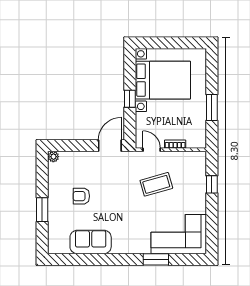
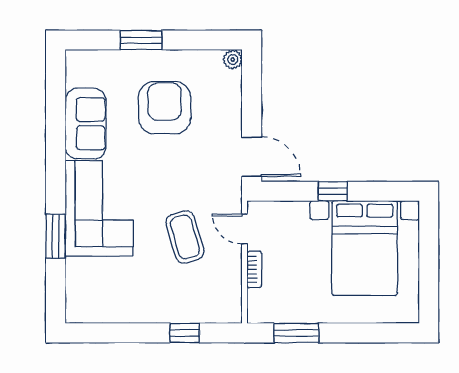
window: (212, 107) -> (296, 333), moved
door: (152, 150) -> (245, 229), swing flipped
armchair: (81, 196) -> (165, 108), width x1.88, depth x1.88
corner sofa: (179, 234) -> (99, 209), moved

